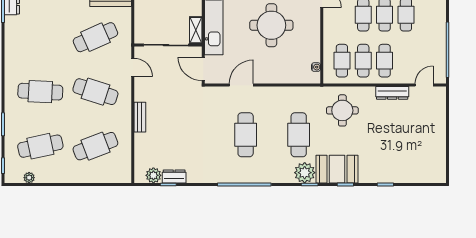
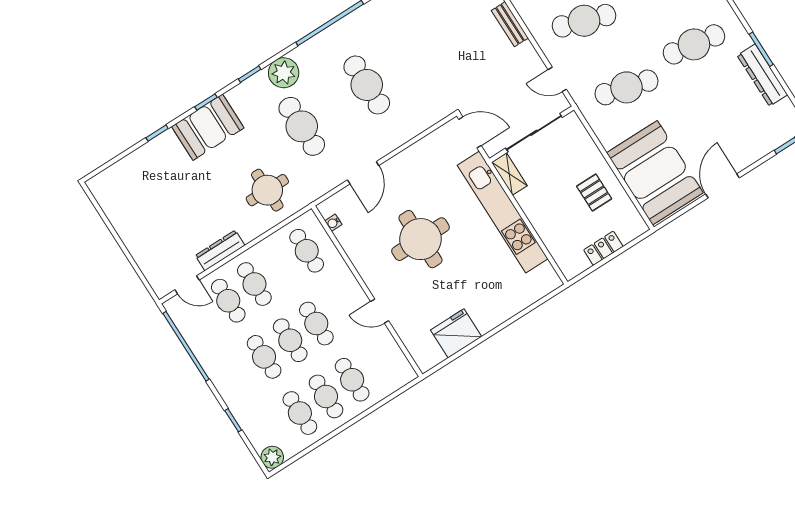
cafe table: (40, 37) -> (694, 44), added
cafe table: (95, 37) -> (626, 87), turned 39
cafe table: (363, 61) -> (228, 301), moved
door: (241, 85) -> (363, 173), moved
door: (424, 85) -> (187, 285), hinge flipped
booth: (337, 169) -> (208, 127), moved
plant: (305, 173) -> (284, 73), moved

